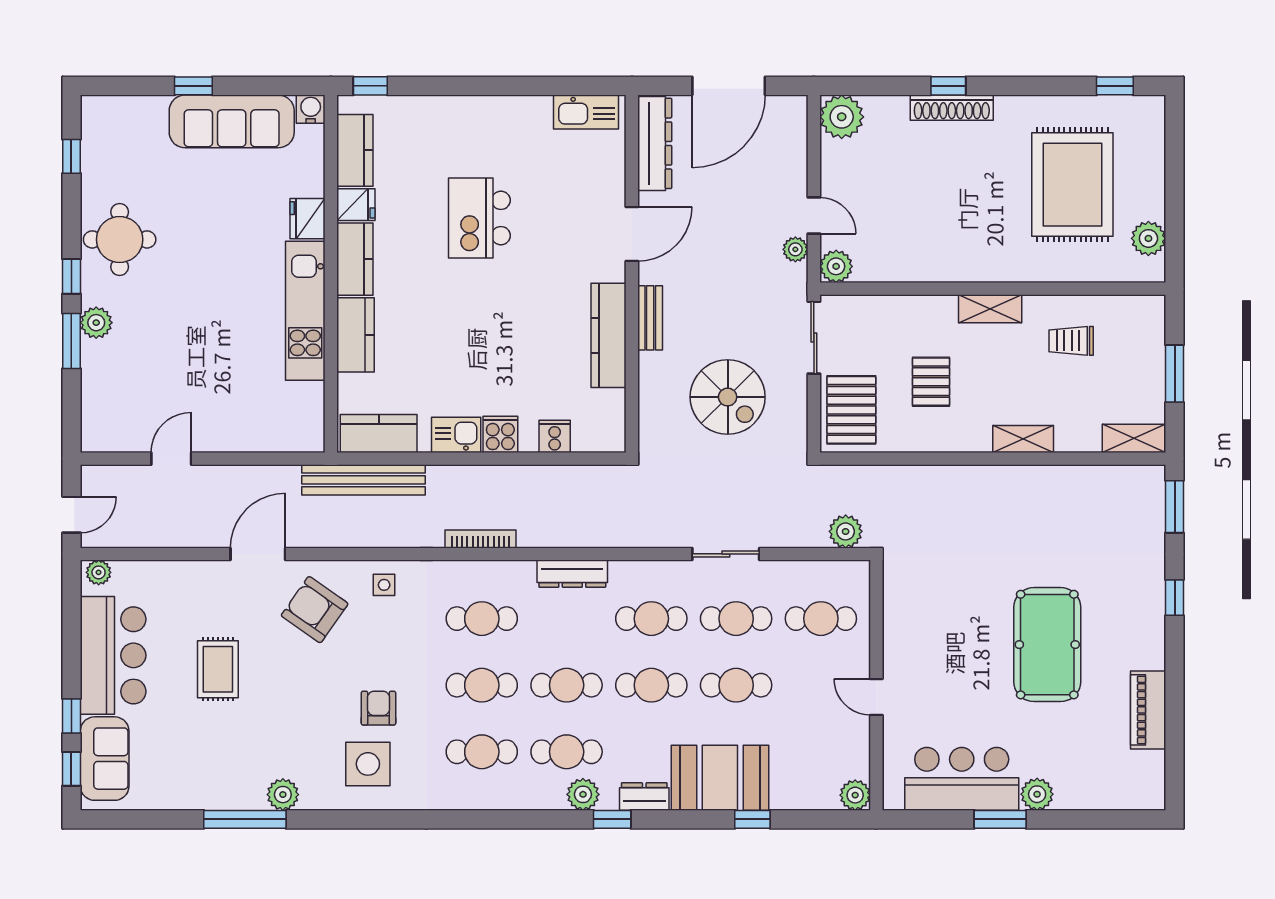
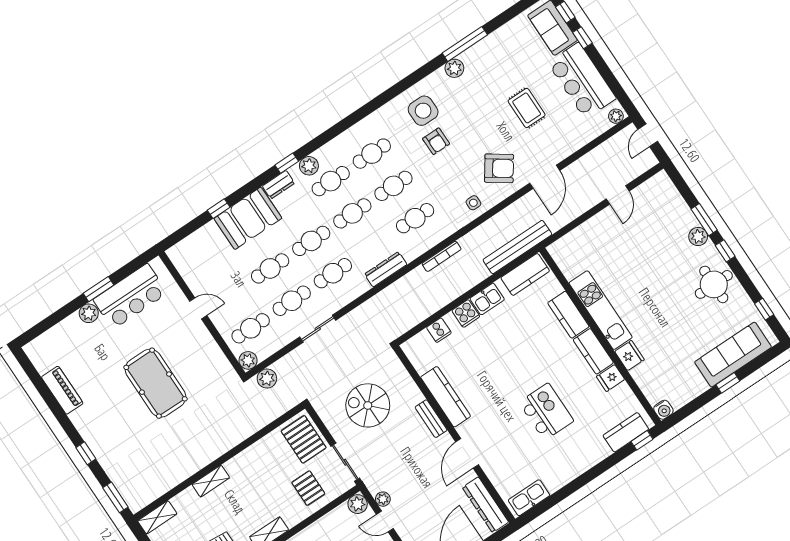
sofa: (232, 121) -> (733, 355), moved
kitchen counter: (355, 150) -> (626, 432), moved, turned 90
pallet: (931, 382) -> (308, 488), moved
pool table: (1047, 645) -> (156, 383), moved
plant: (855, 795) -> (248, 360), moved

